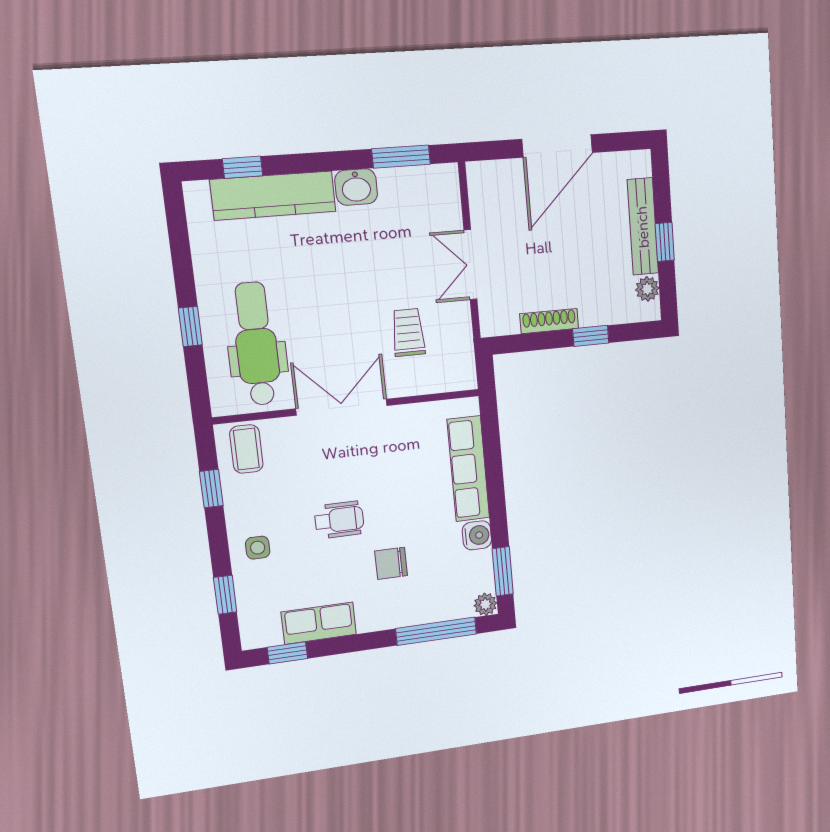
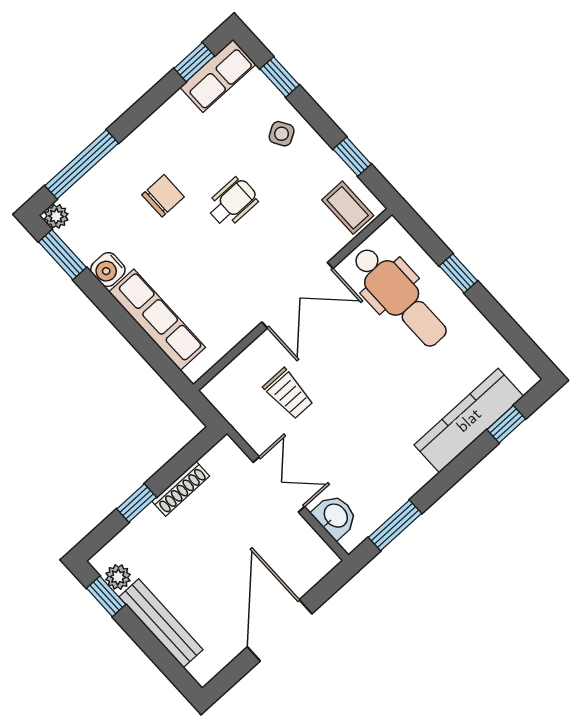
washbasin: (356, 187) -> (335, 516), moved, turned 90
window: (665, 242) -> (106, 596), moved
wheelchair: (339, 520) -> (232, 202), turned 180
side table: (258, 548) -> (282, 134), turned -31
row of seats: (319, 623) -> (218, 76), moved

